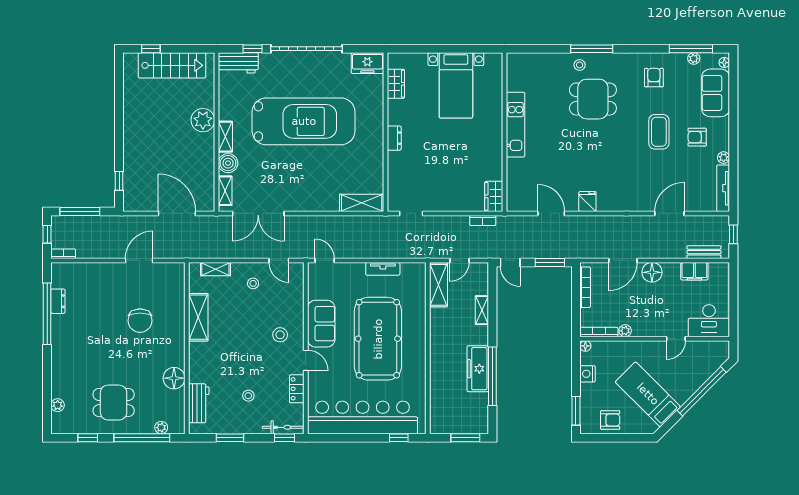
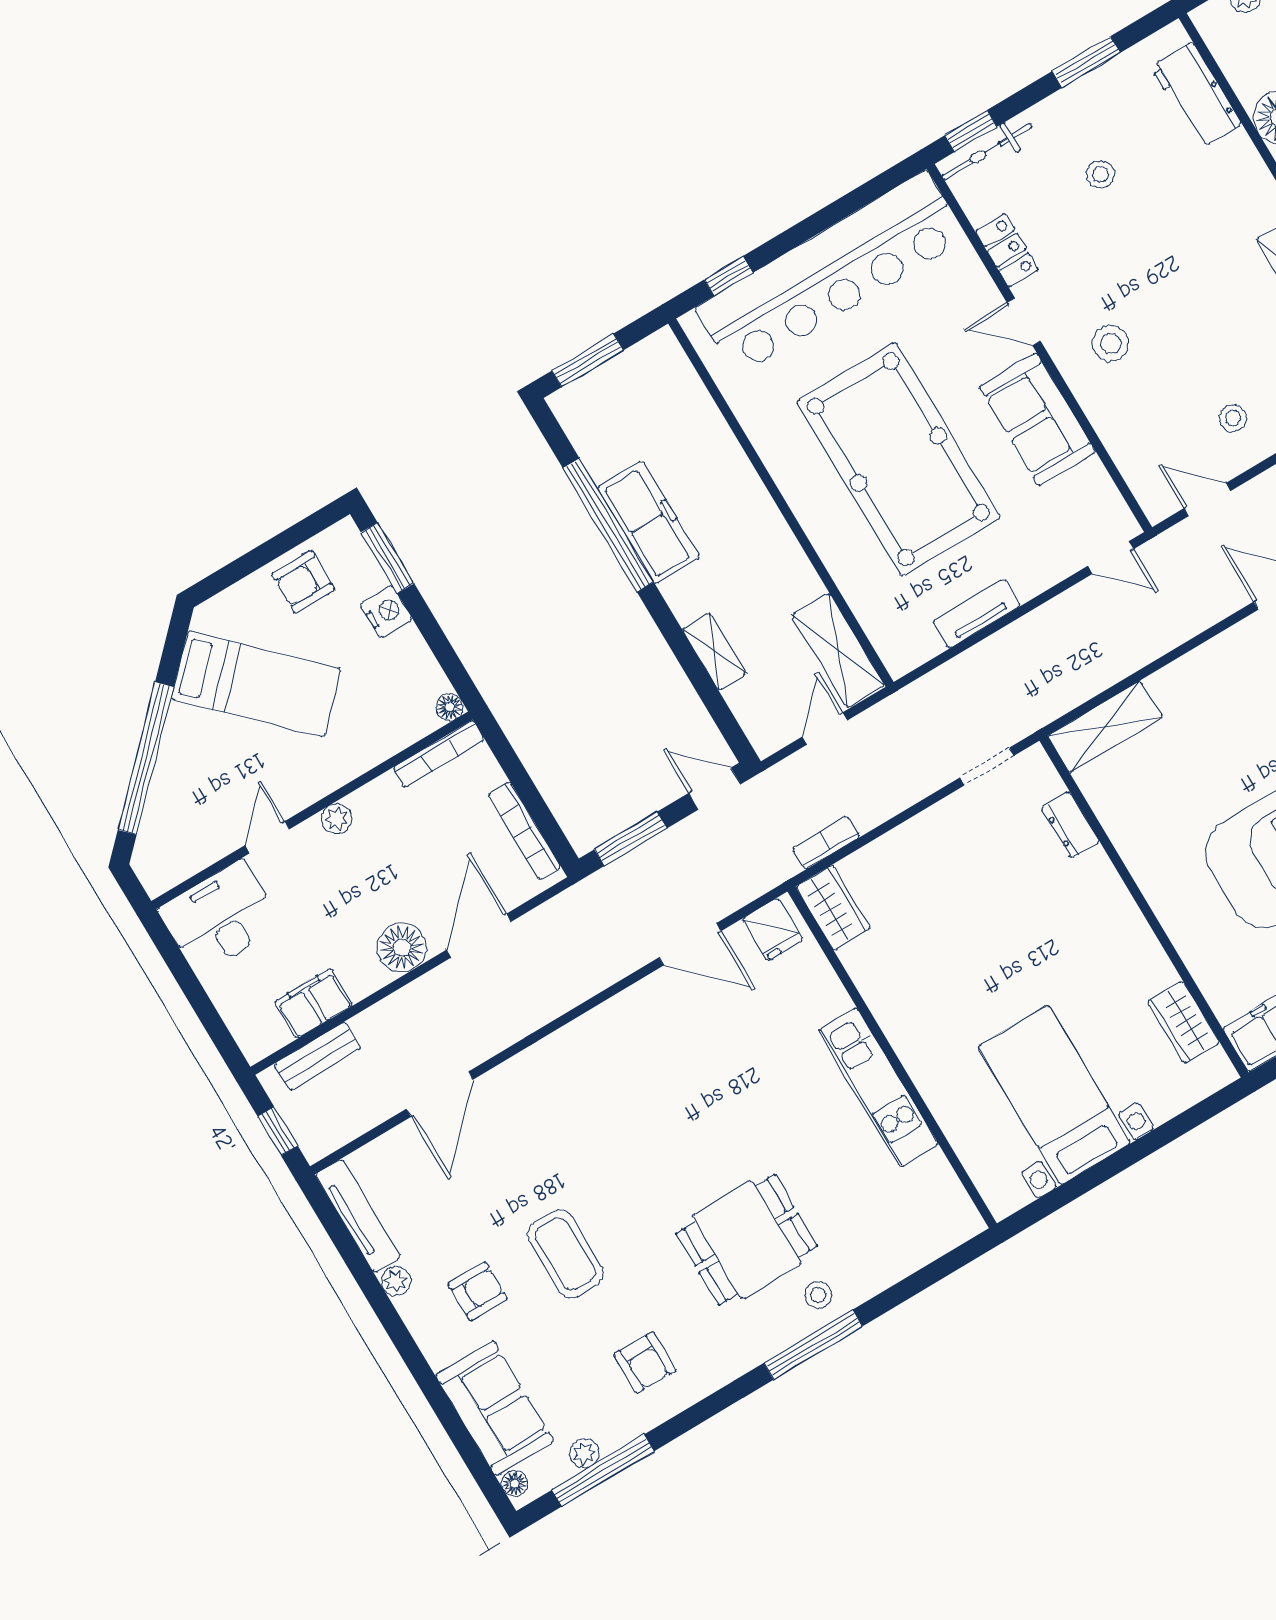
dresser: (394, 138) -> (1070, 825), moved
fridge: (587, 201) -> (772, 930), moved
plant: (625, 331) -> (337, 819), moved
nightstand: (587, 374) -> (386, 612), moved

